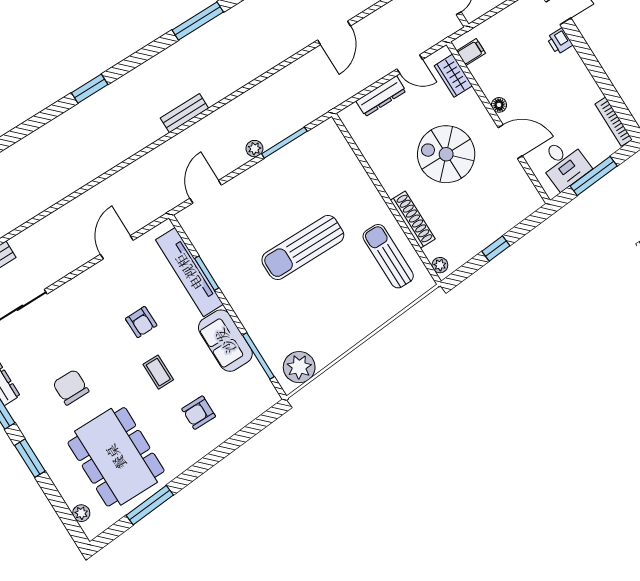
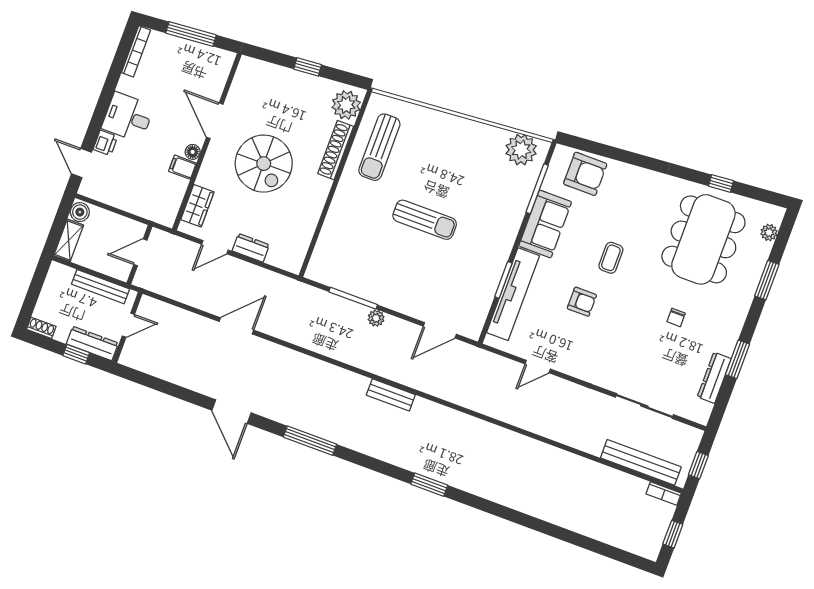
filing cabinet: (471, 52) -> (182, 167), moved
door: (410, 64) -> (215, 247), swing flipped
dresser: (381, 96) -> (251, 248), width x0.70
desk: (564, 164) -> (128, 117), moved, turned -85
door: (117, 247) -> (538, 367), width x0.73
sun lounger: (303, 247) -> (425, 220), width x0.73, depth x0.75
plant: (440, 265) -> (346, 105), width x1.87, depth x1.87
armchair: (141, 322) -> (582, 302), turned 91
chair: (71, 387) -> (676, 317), width x0.54, depth x0.54
armchair: (199, 413) -> (585, 174), moved, width x1.38, depth x1.38
window: (30, 458) -> (767, 280), moved
window: (150, 505) -> (721, 183), width x0.46

